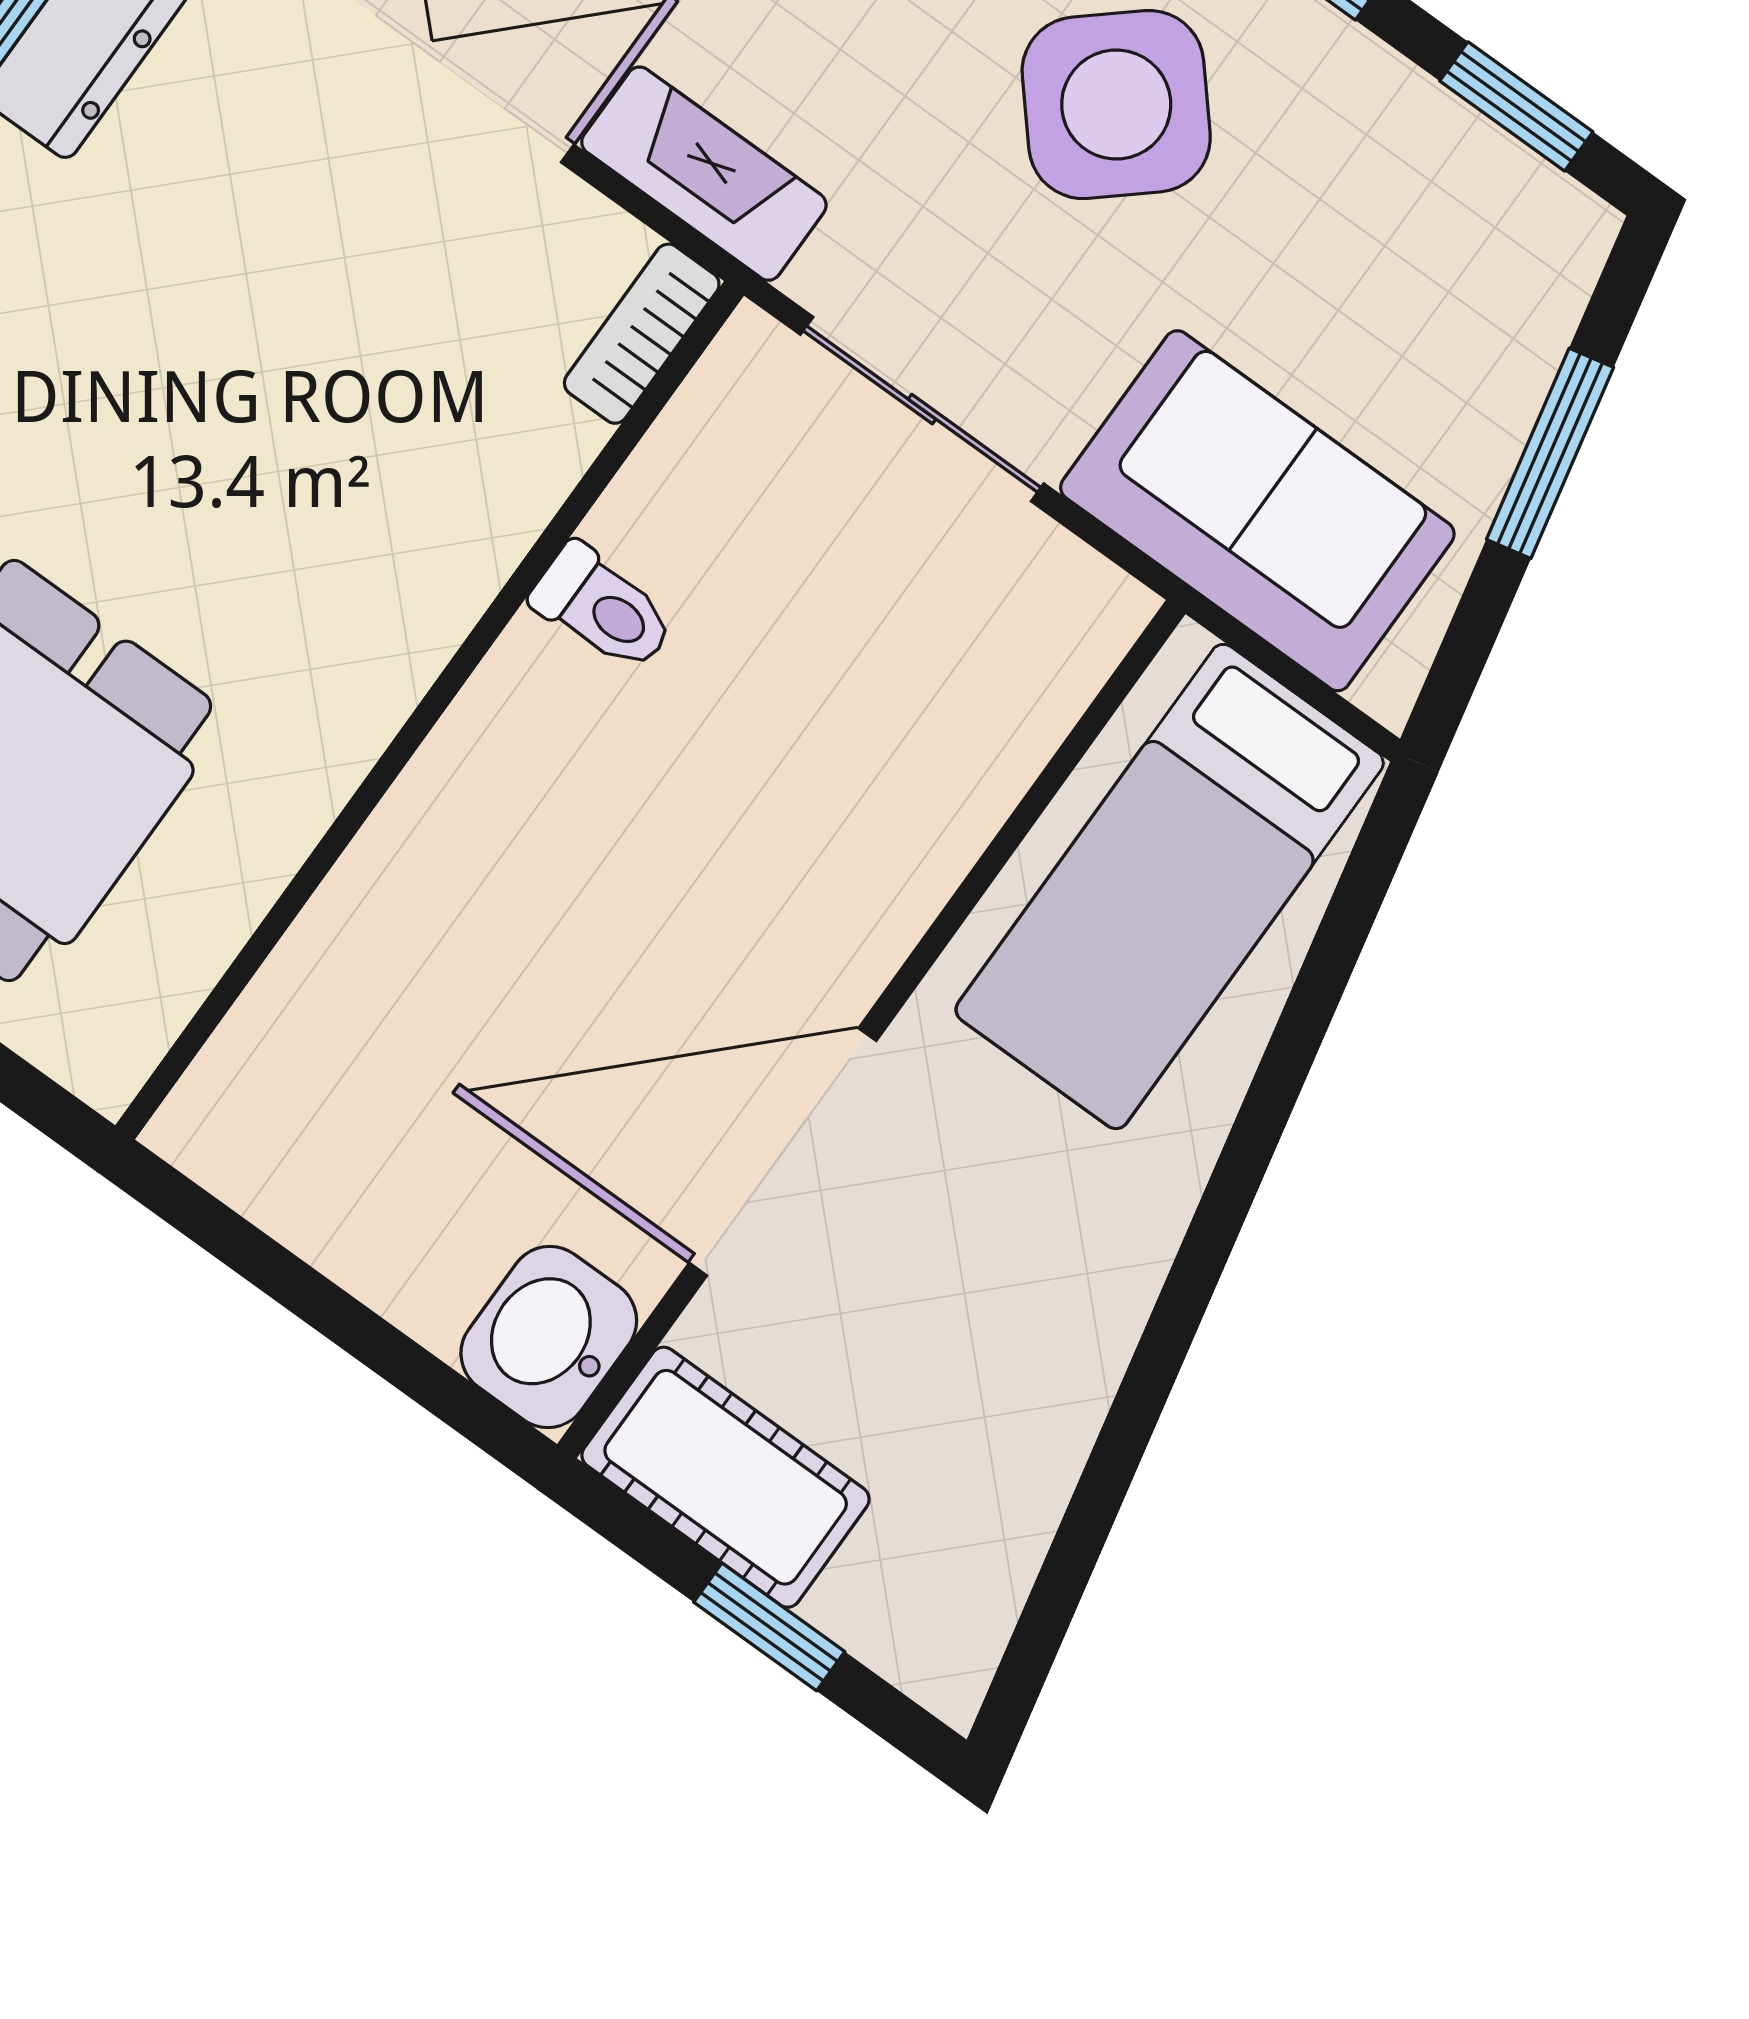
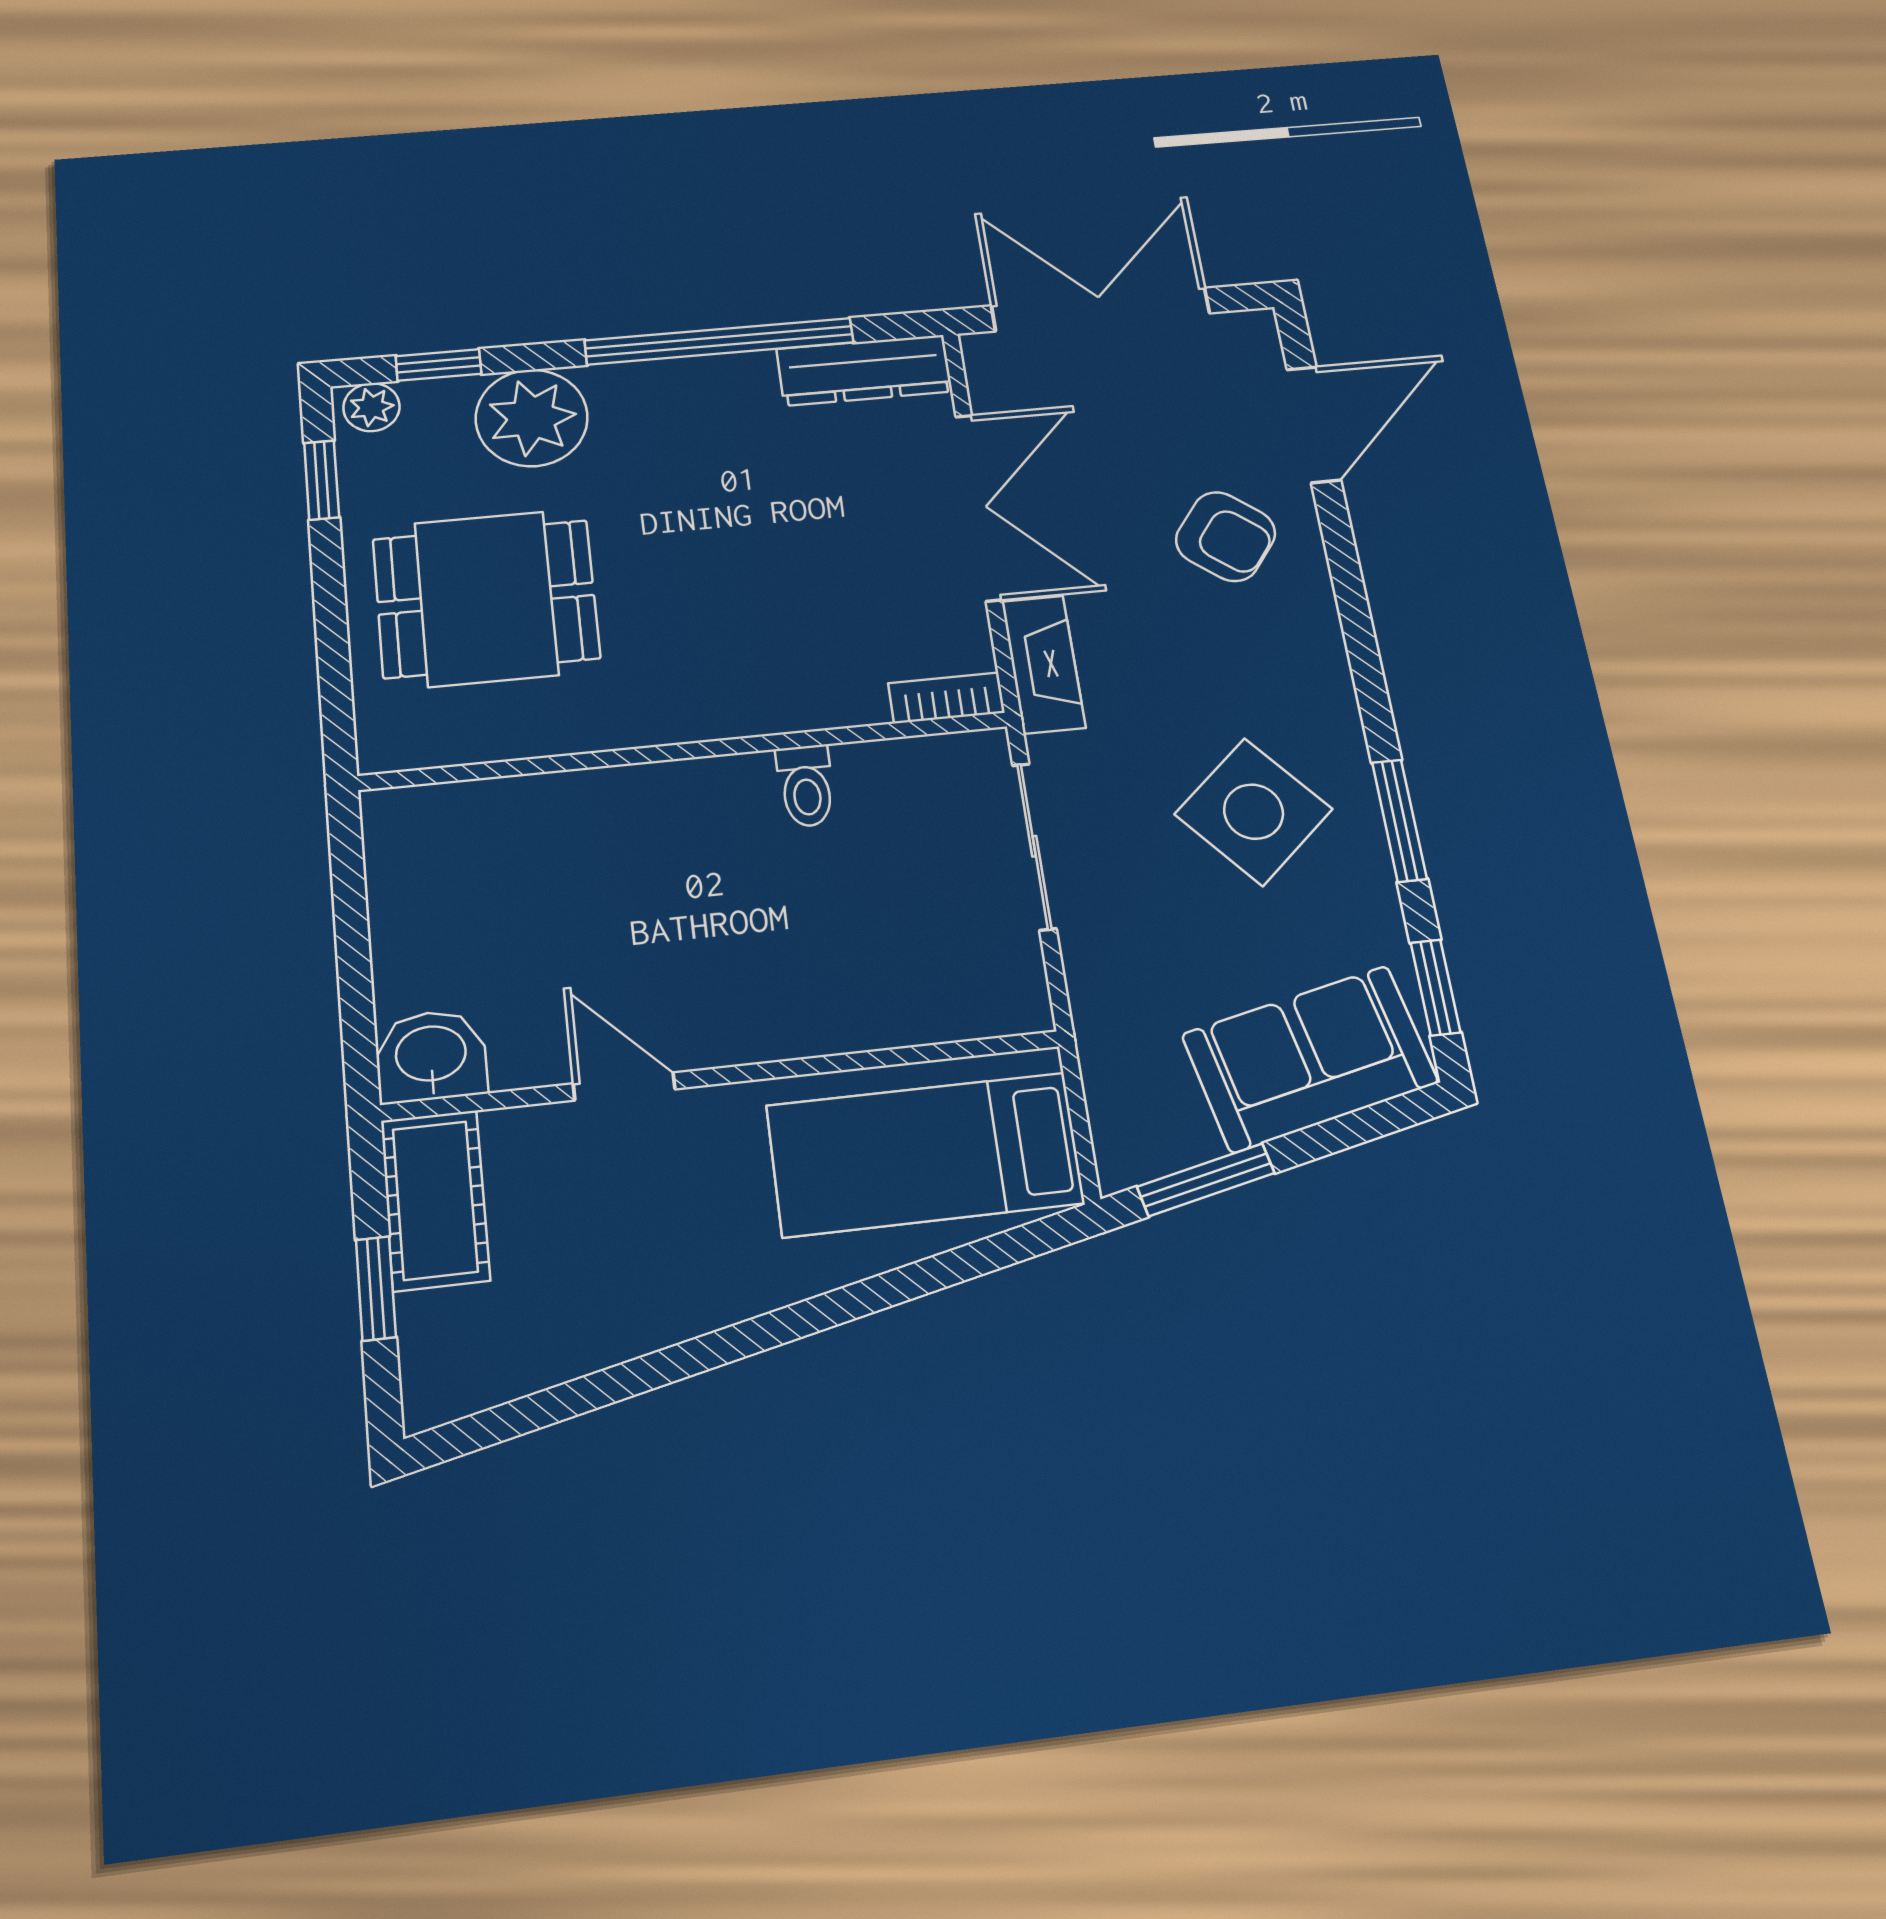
window: (1550, 453) -> (1206, 1180), moved
sofa: (1257, 511) -> (1310, 1059), moved, turned -102
door: (783, 1152) -> (624, 1086), width x0.53

